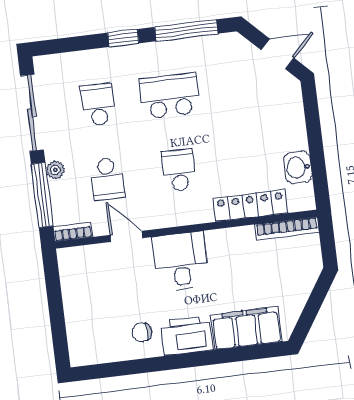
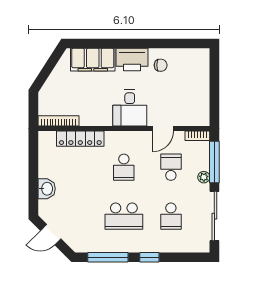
washbasin: (298, 167) -> (47, 189), moved
door: (126, 236) -> (163, 129), hinge flipped

